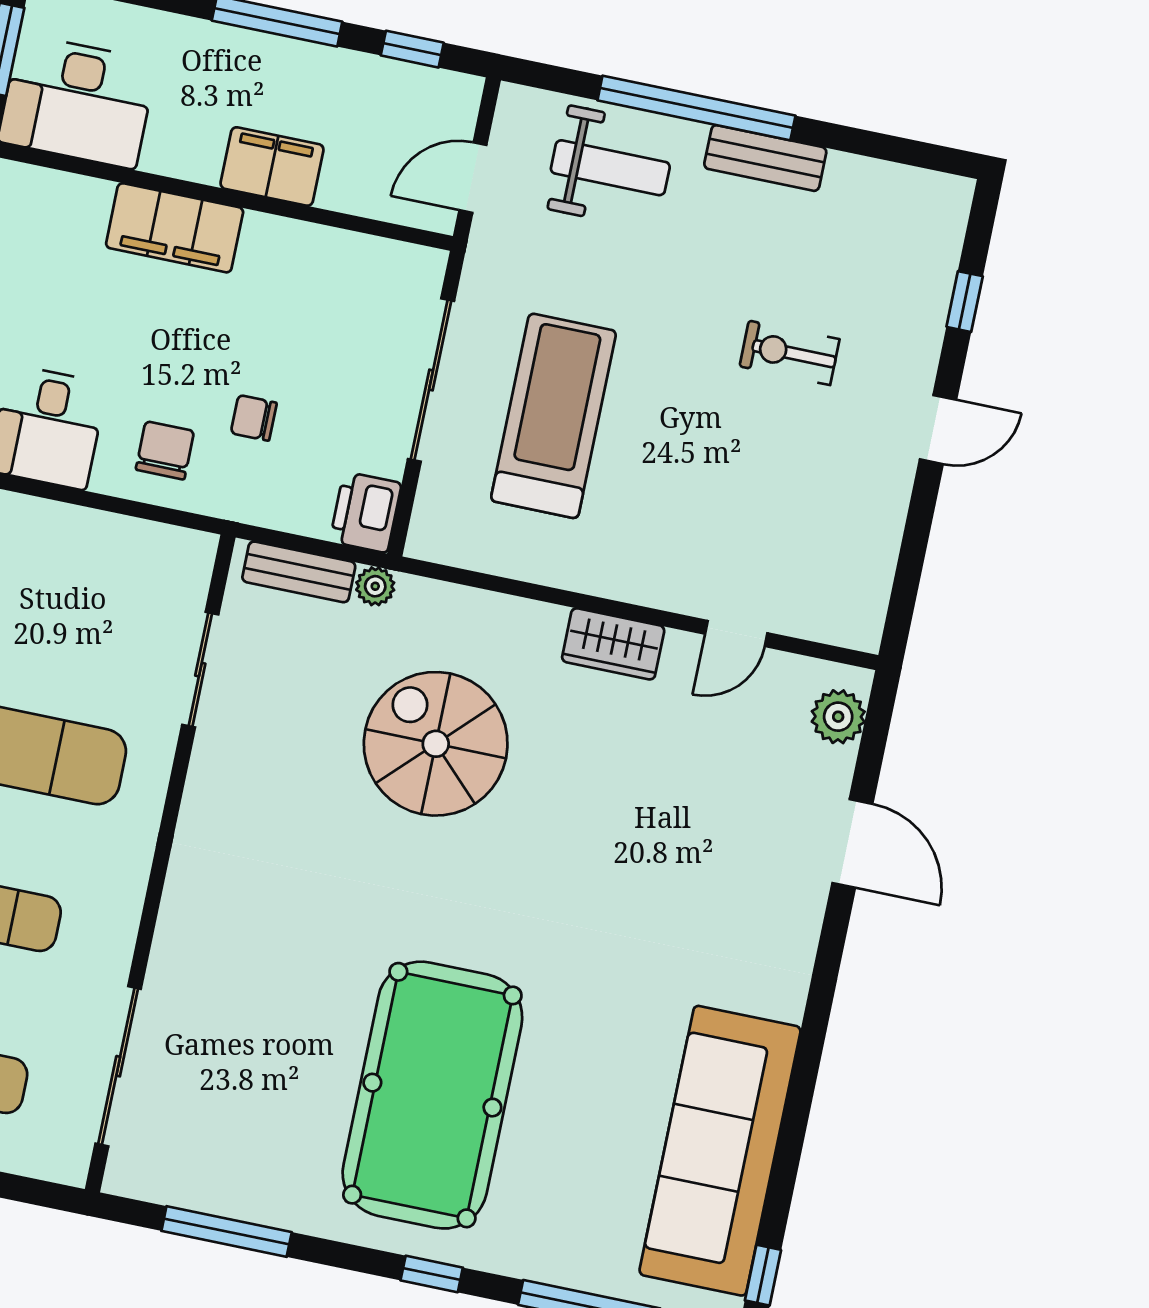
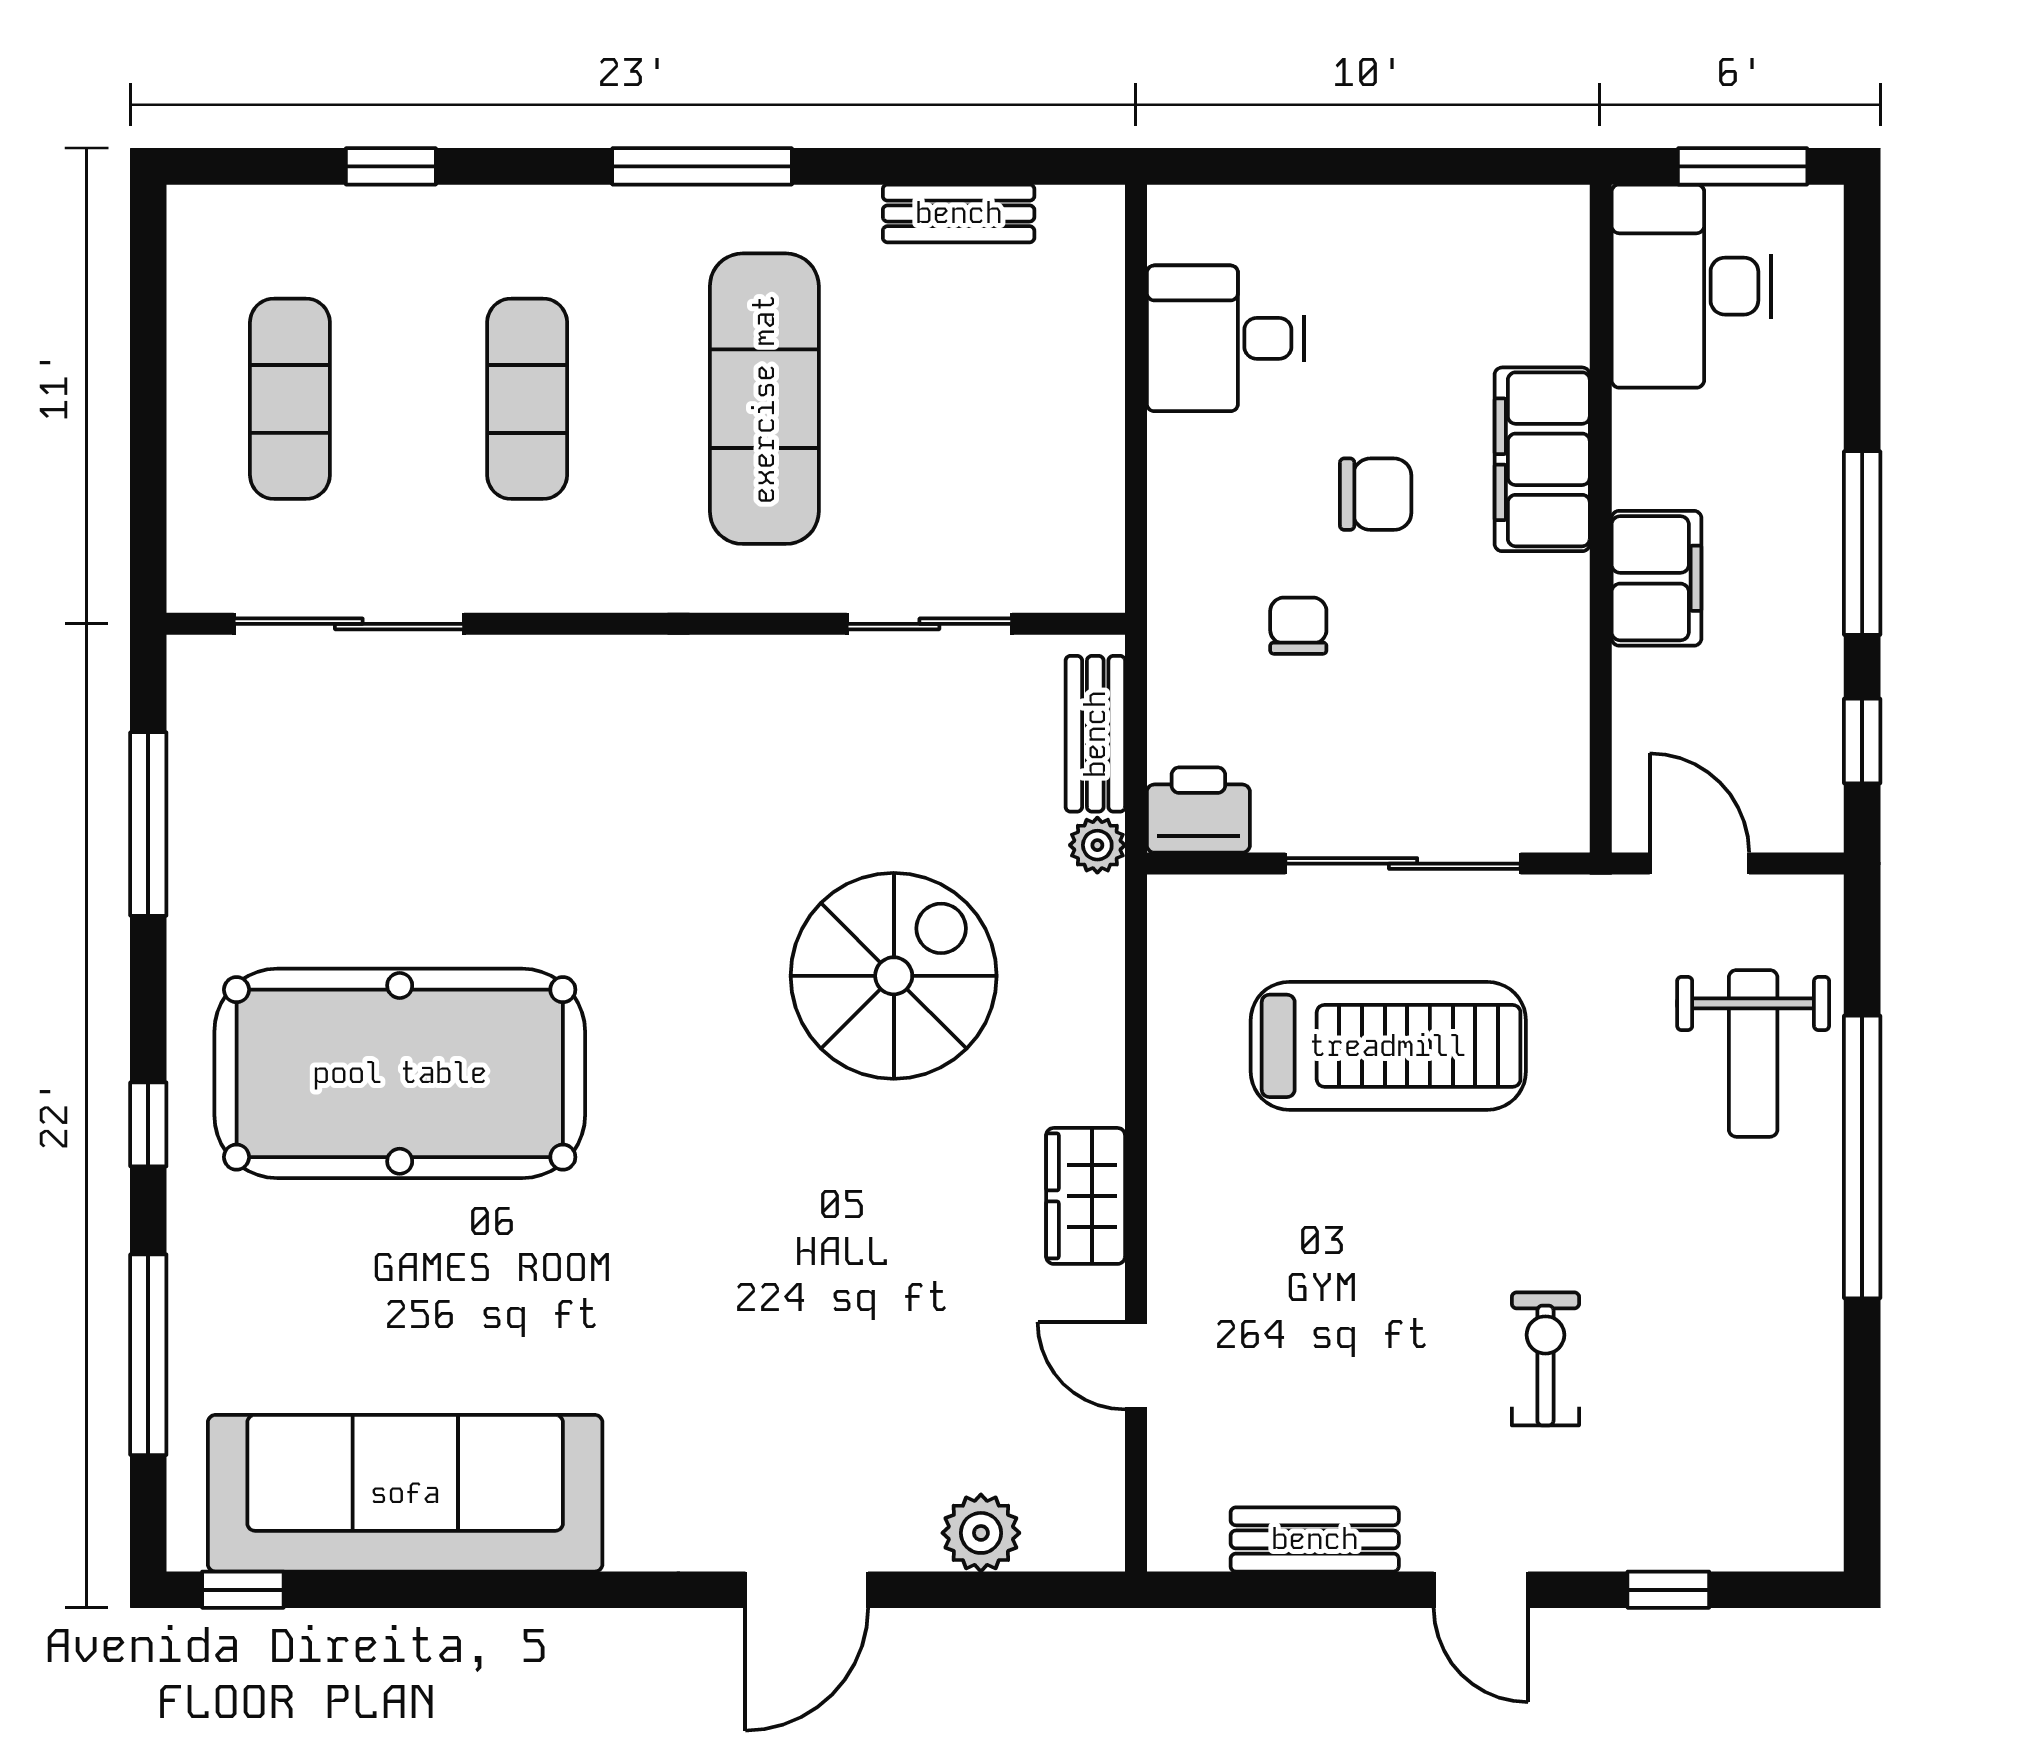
bench: (765, 158) -> (1315, 1539), moved, turned 90
chair: (165, 450) -> (1376, 494), moved
plant: (838, 717) -> (981, 1533), moved
door: (852, 843) -> (807, 1590), moved

